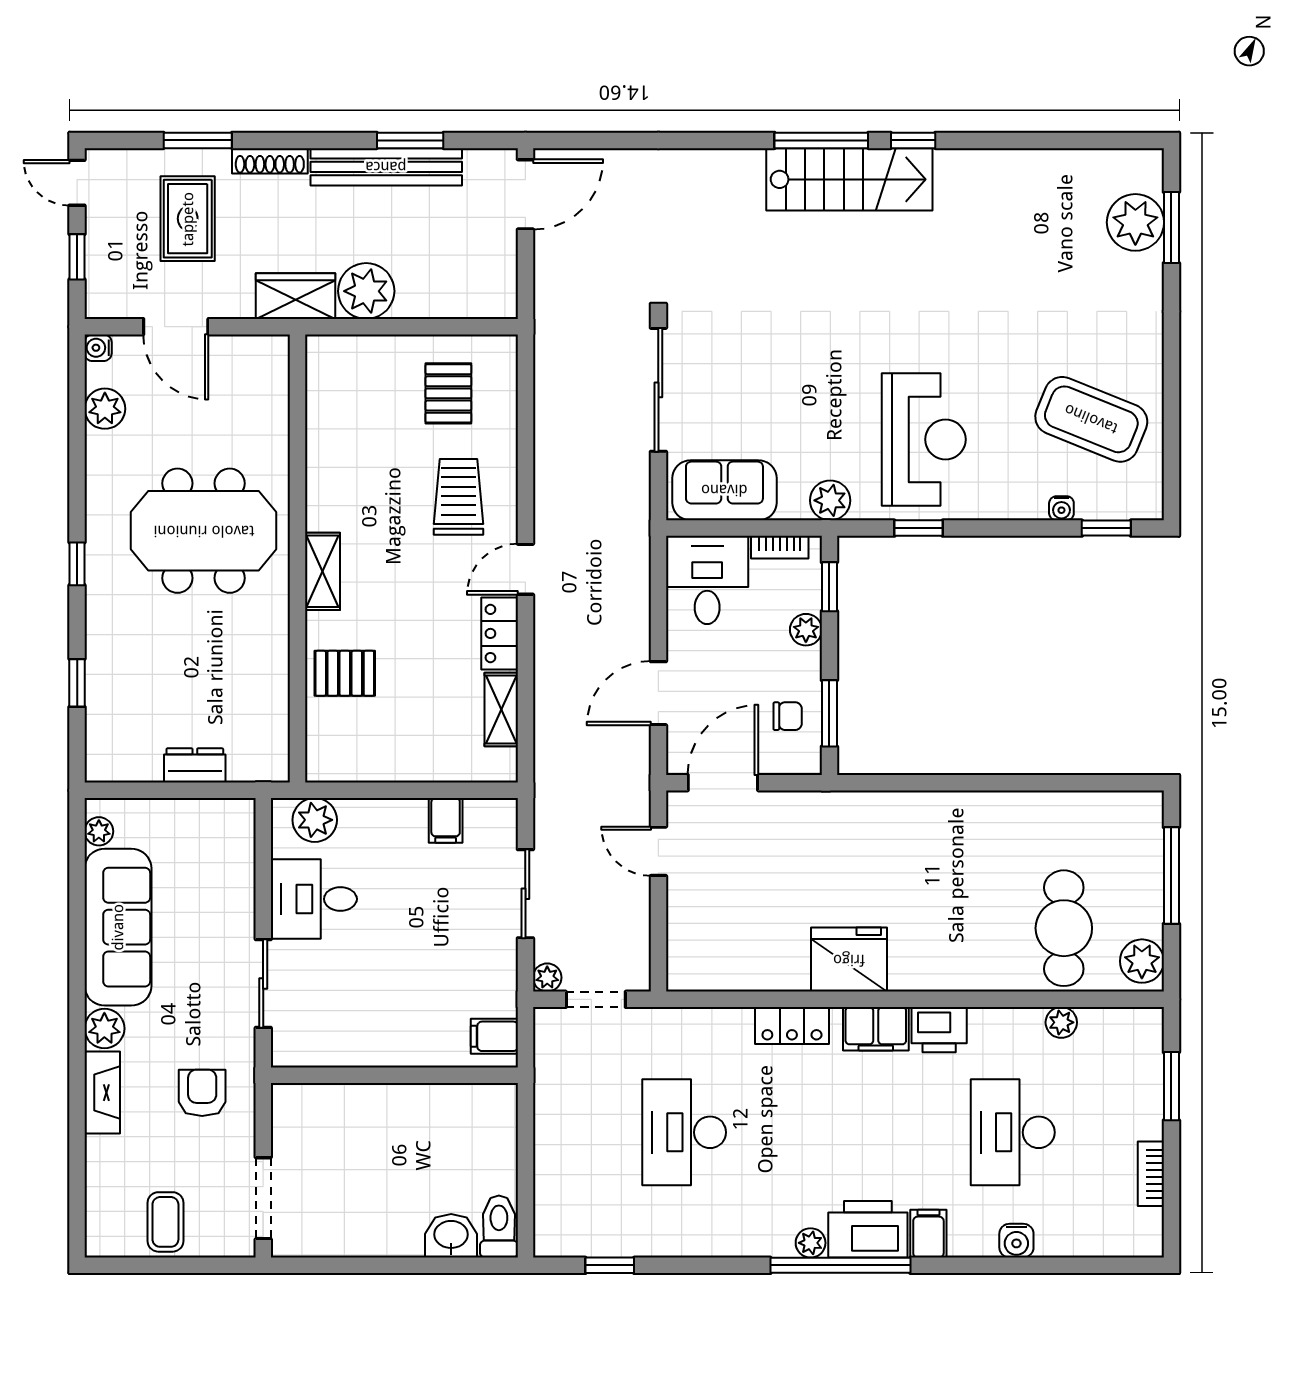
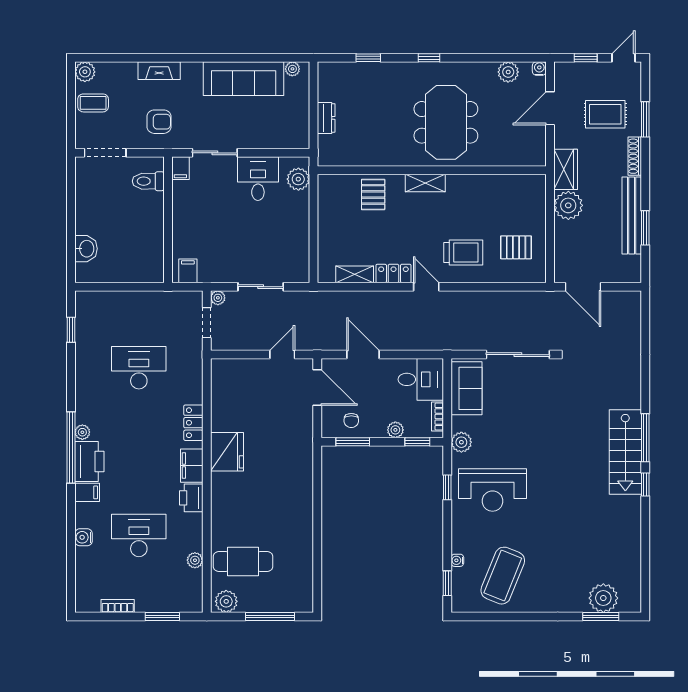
door: (525, 194) -> (583, 287), moved
filing cabinet: (446, 820) -> (180, 168), moved, turned -90
plant: (104, 1028) -> (85, 72), moved
toilet: (499, 1227) -> (148, 181), moved, turned 180

